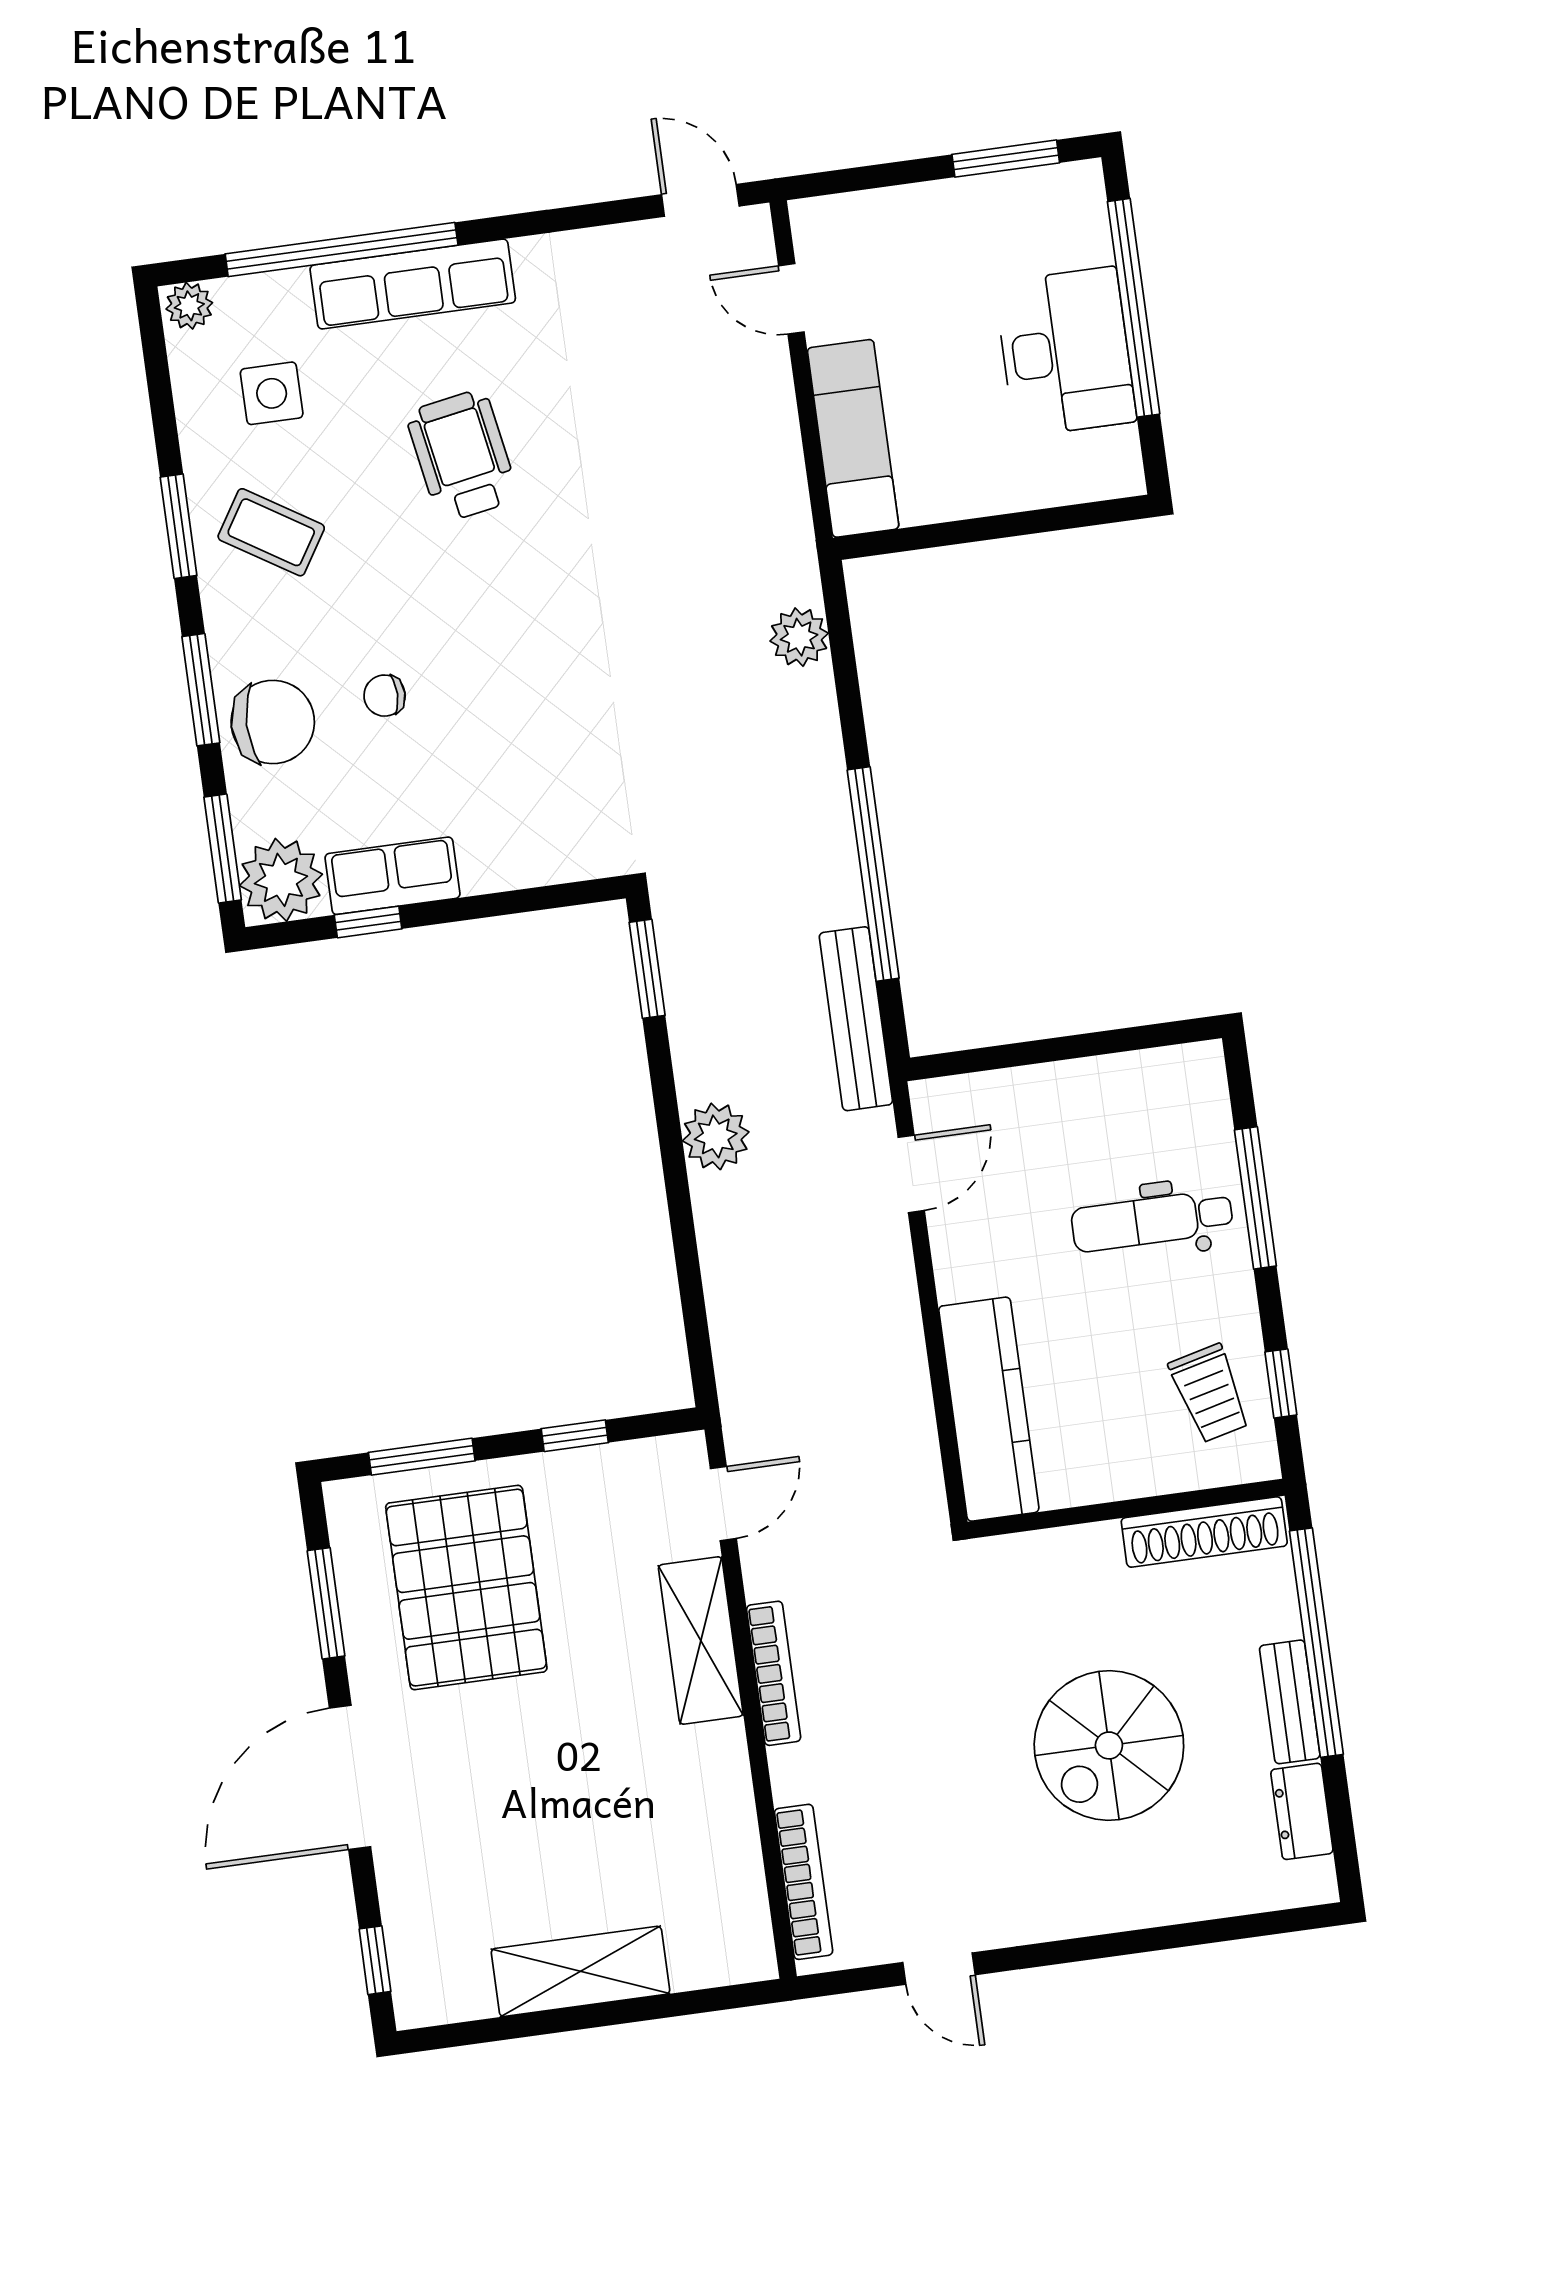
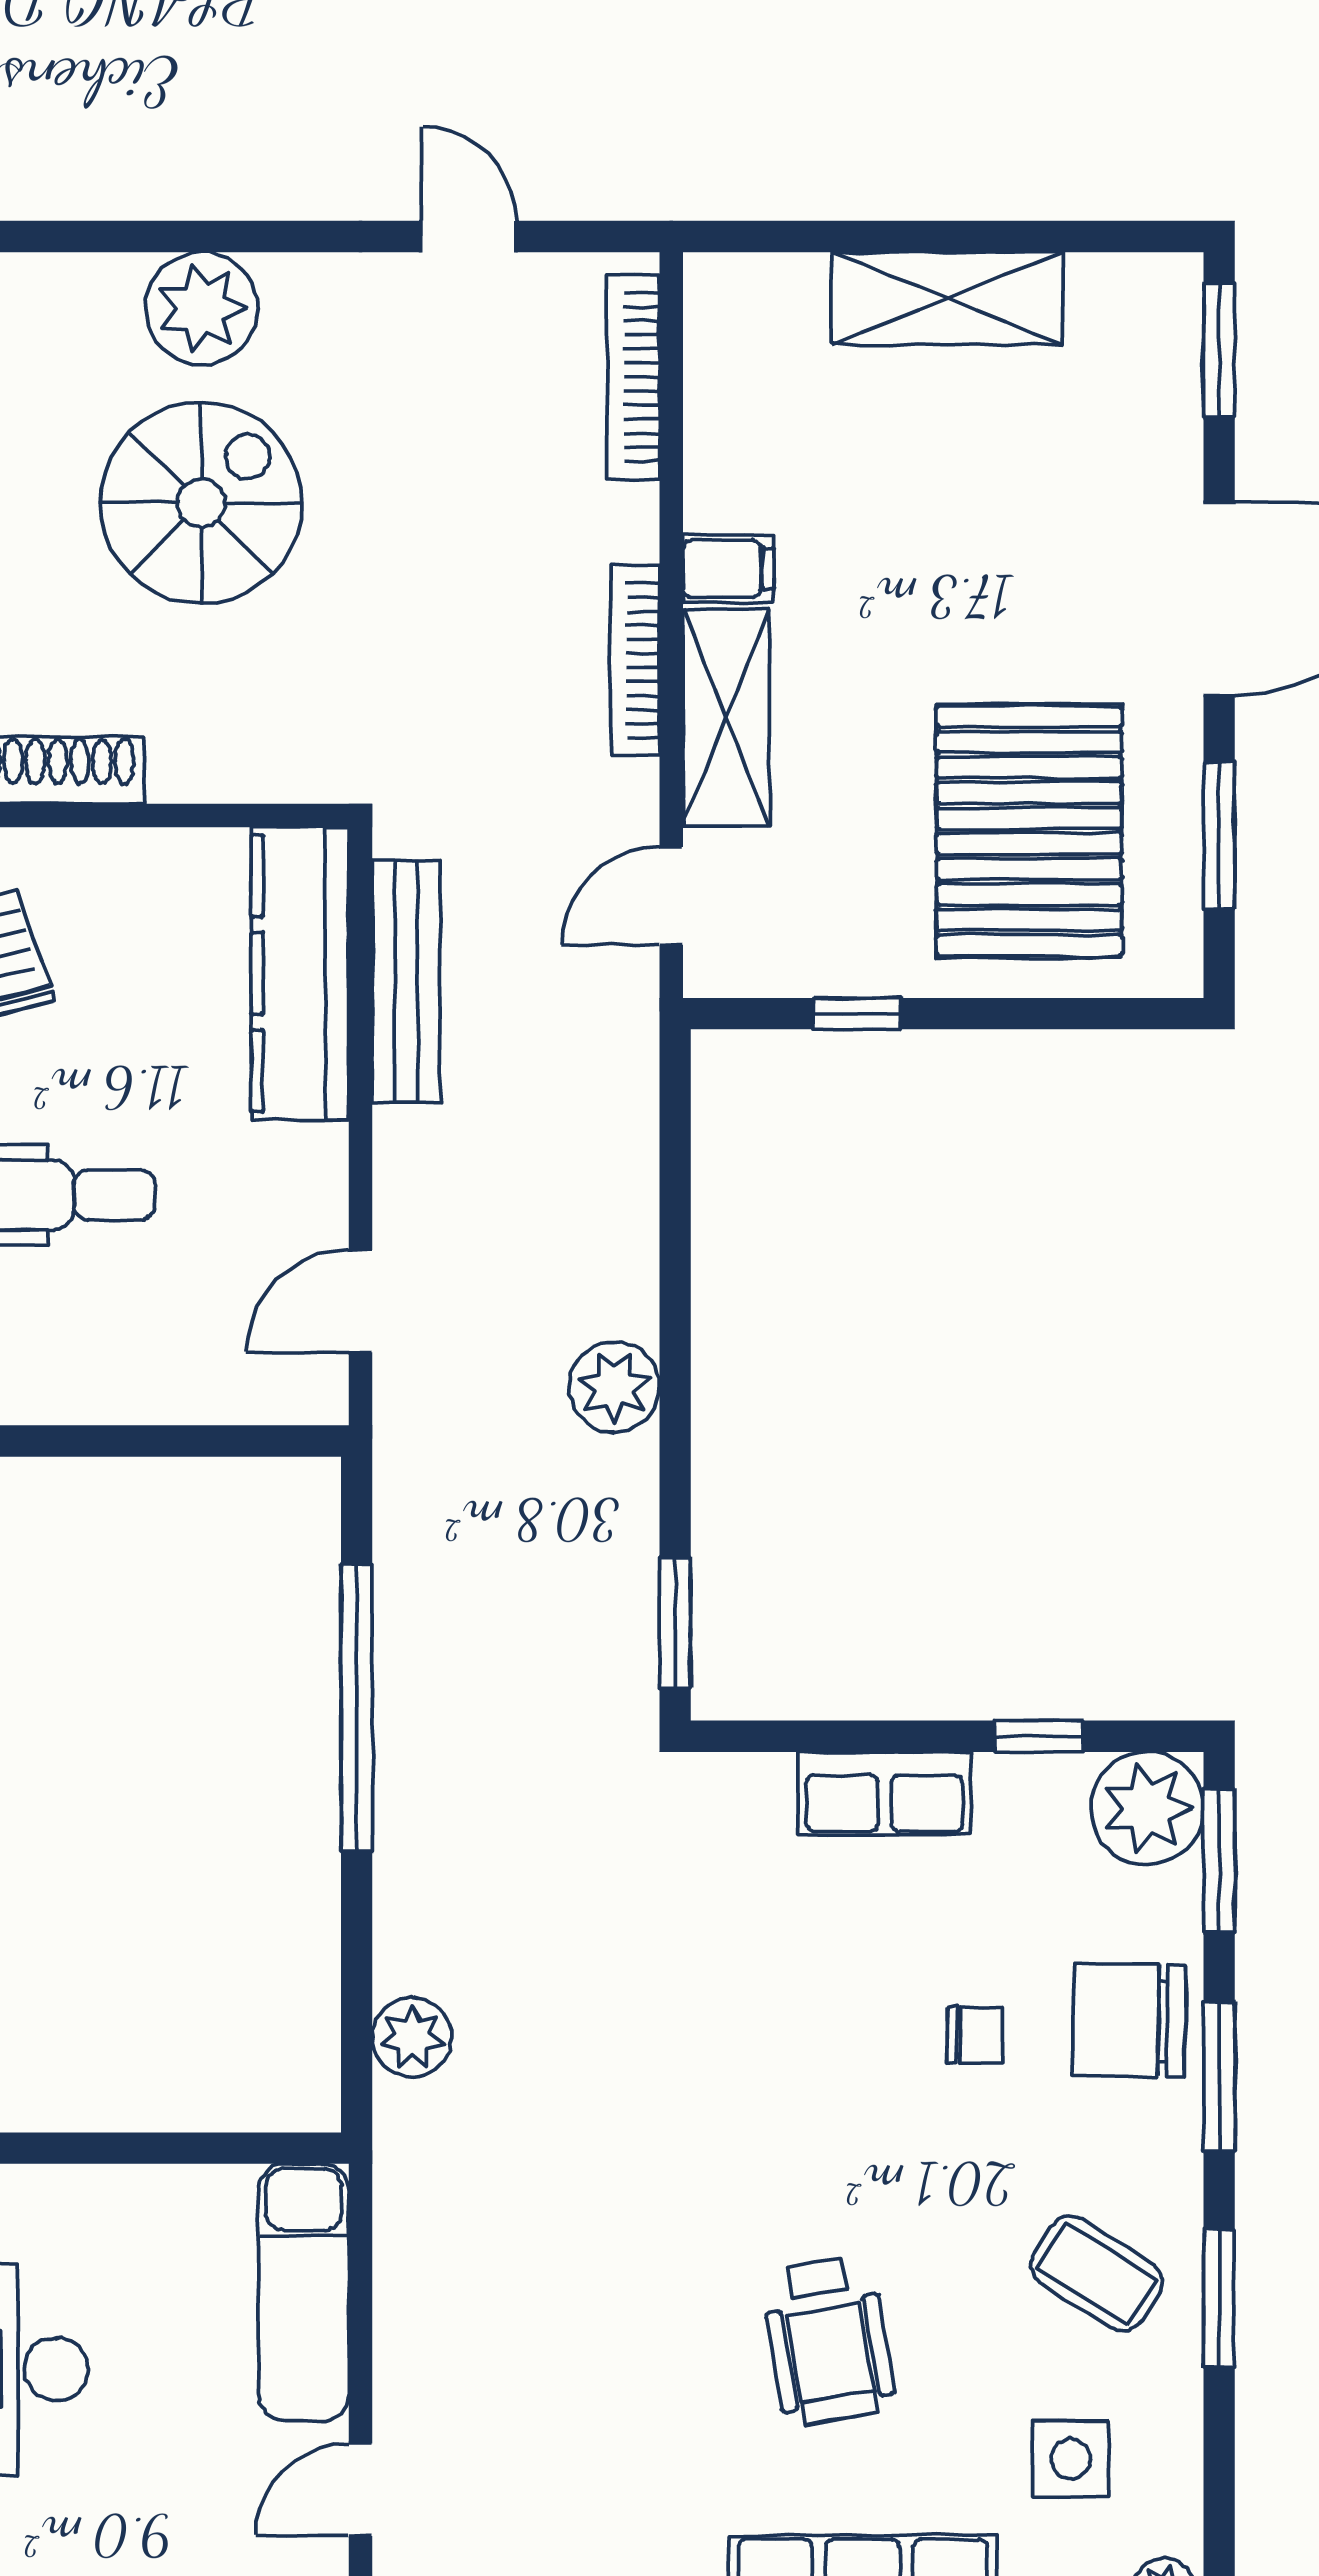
door: (791, 299) -> (360, 2490), swing flipped
row of seats: (393, 876) -> (884, 1793), moved
bench: (856, 1019) -> (406, 981), moved
window: (422, 1457) -> (1065, 1014), removed
filing cabinet: (714, 1750) -> (728, 569), added
plant: (1128, 1889) -> (202, 308), added
window: (375, 1960) -> (1219, 351), width x1.50

